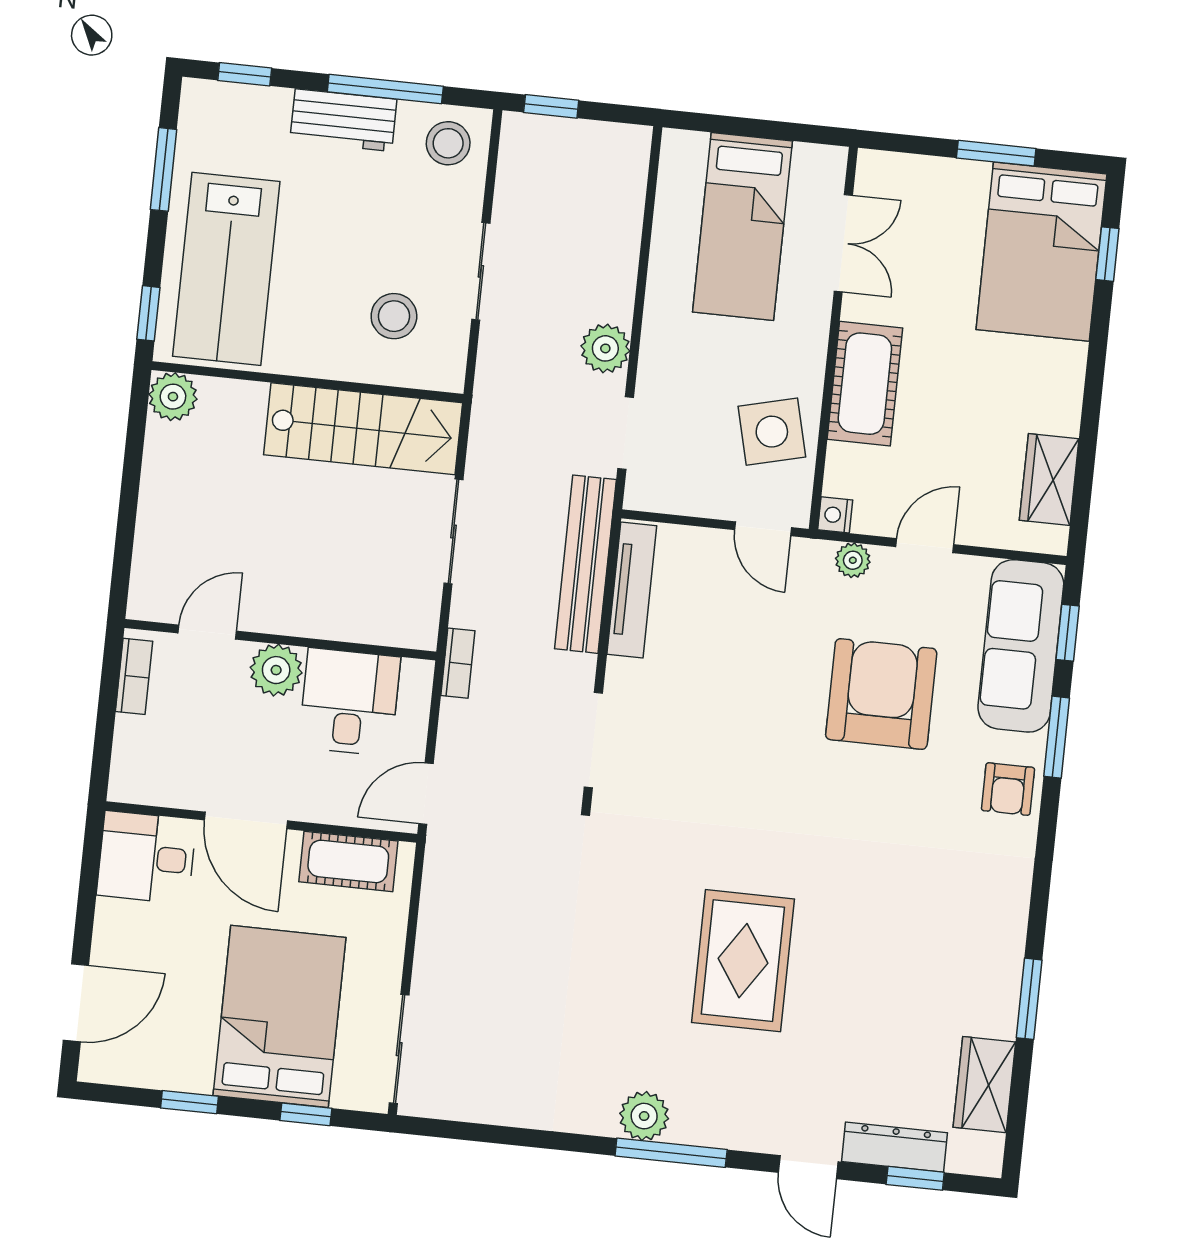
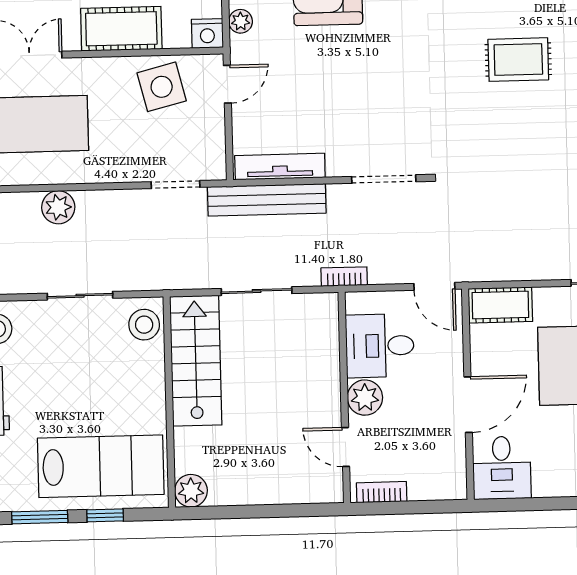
window: (148, 313) -> (105, 515), moved
stool: (394, 316) -> (144, 325), moved
plant: (605, 348) -> (58, 207), moved
nightstand: (835, 515) -> (207, 33), width x1.39, depth x1.35
cot: (348, 861) -> (500, 305), moved, turned 90
rug: (743, 961) -> (518, 60), width x0.73, depth x0.70

